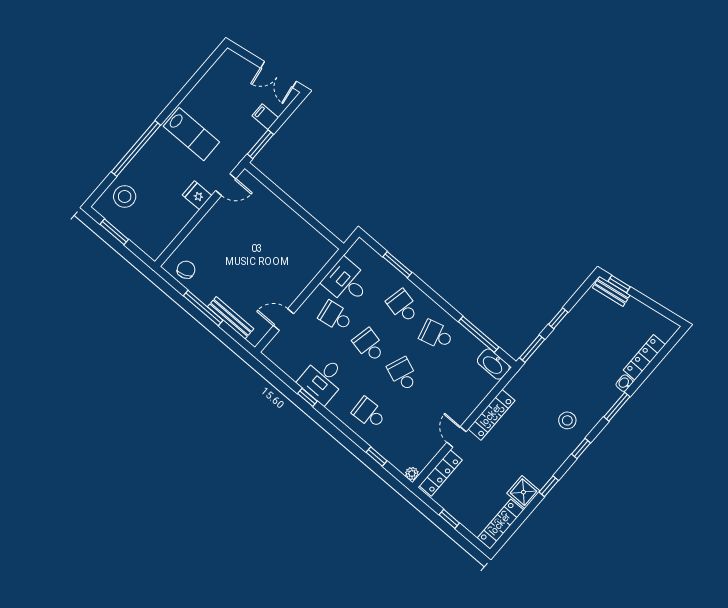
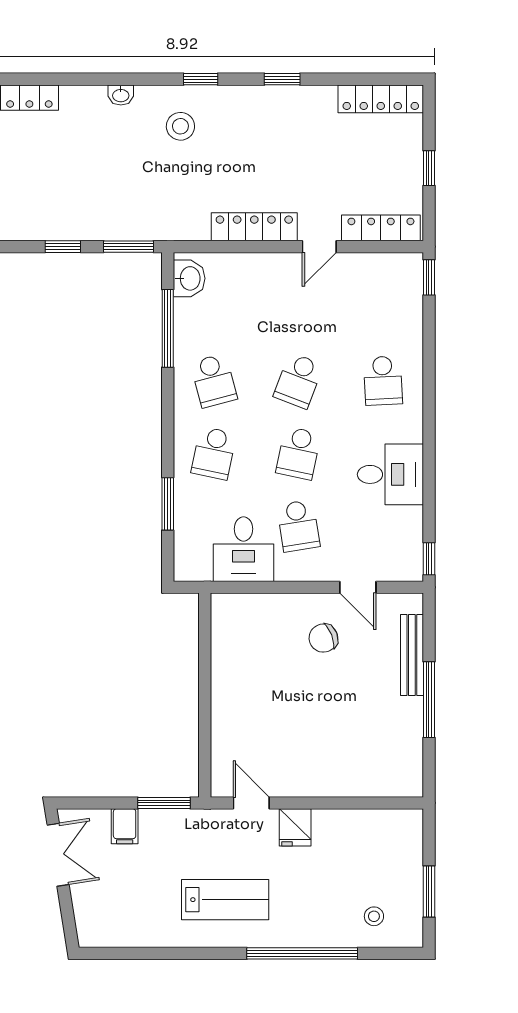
lab bench: (191, 134) -> (225, 900), turned 90
stool: (125, 196) -> (374, 916), width x0.53, depth x0.53
chair: (186, 270) -> (323, 638), moved
washbasin: (493, 364) -> (189, 278), width x0.72
washbasin: (624, 383) -> (121, 95), moved
window: (307, 397) -> (429, 559), moved
window: (617, 407) -> (111, 79), removed
window: (377, 457) -> (429, 277), moved
plant: (412, 474) -> (412, 263), removed
shower: (523, 492) -> (316, 104), removed

